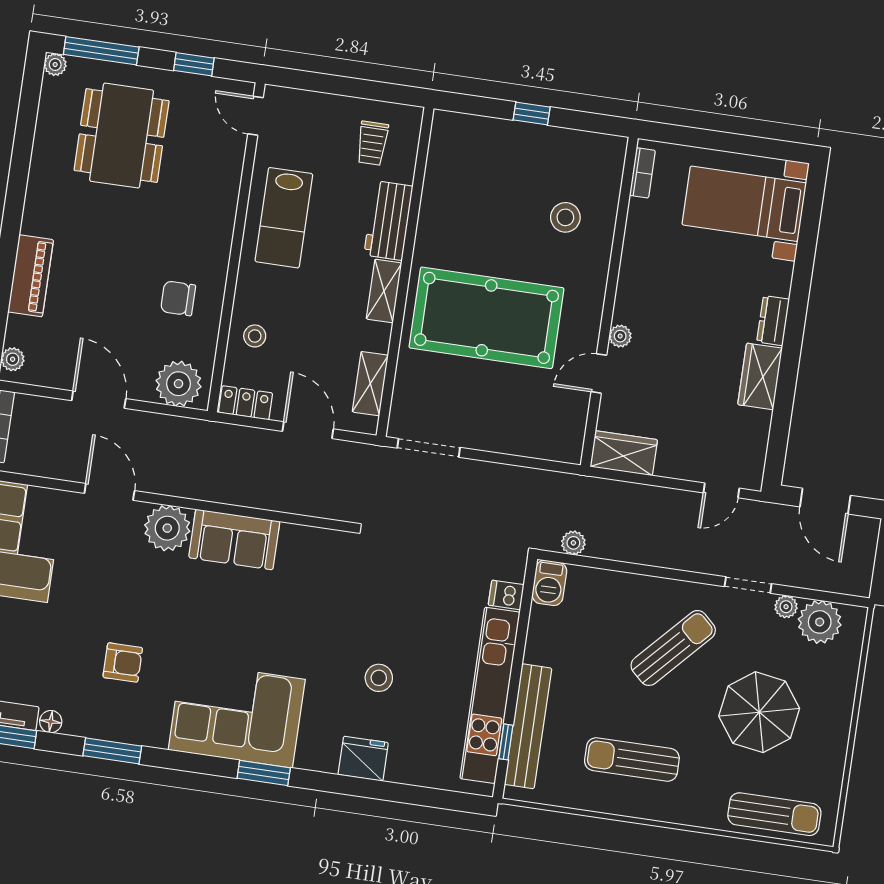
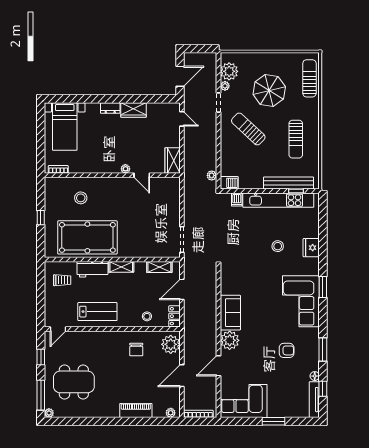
pool table: (486, 318) -> (87, 237), moved, turned 90
armchair: (123, 662) -> (287, 350), turned 90

